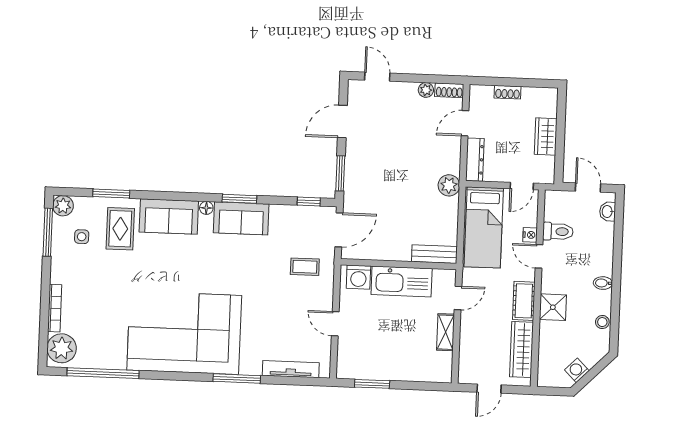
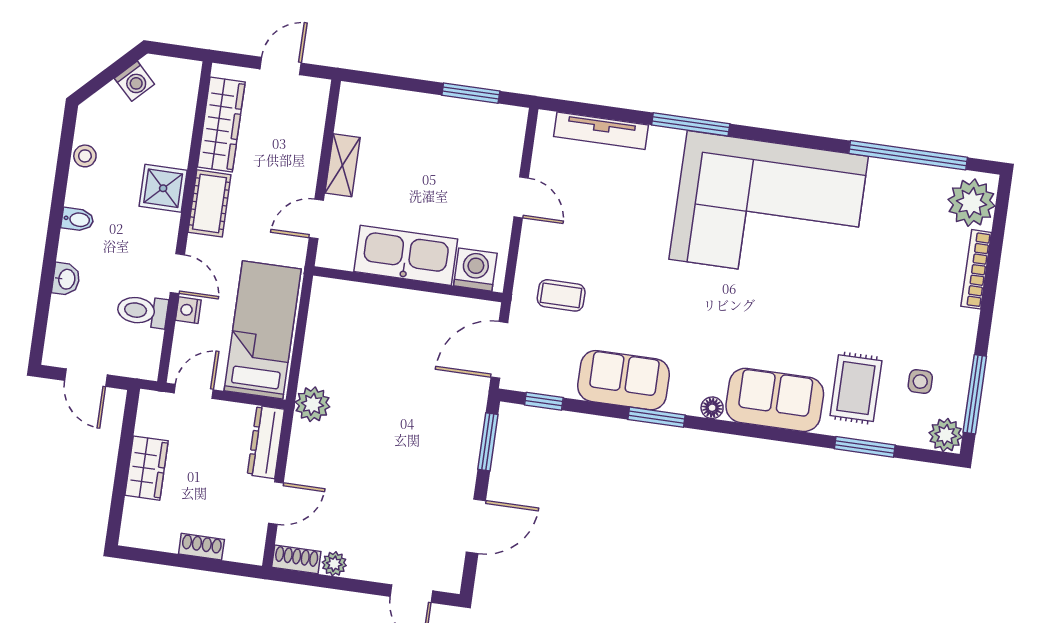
washbasin: (608, 212) -> (66, 279), moved
sofa: (241, 218) -> (624, 380), moved
bench: (434, 254) -> (348, 295), removed

